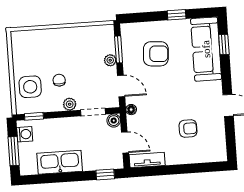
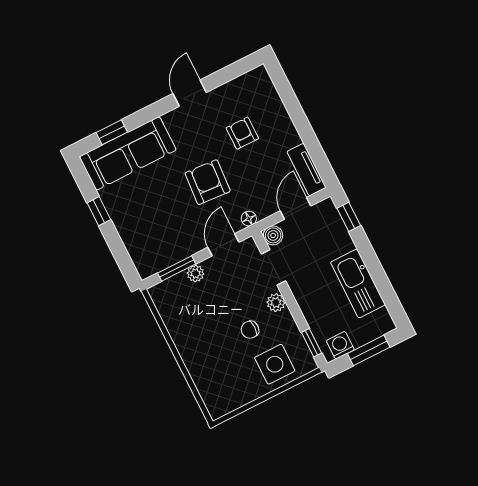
armchair: (156, 54) -> (208, 182), moved

